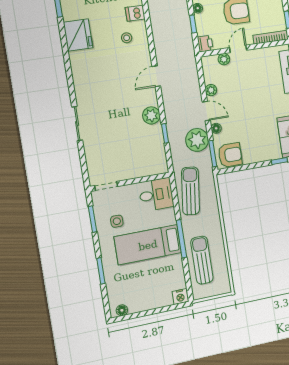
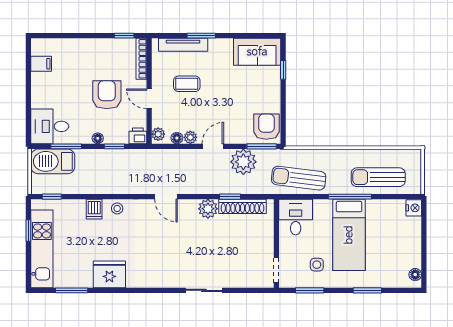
stool: (127, 38) -> (117, 208), moved
plant: (224, 59) -> (158, 134), moved
coffee table: (256, 80) -> (187, 84), added
floor lamp: (216, 128) -> (177, 138), moved
shoe rack: (158, 146) -> (242, 206), added

